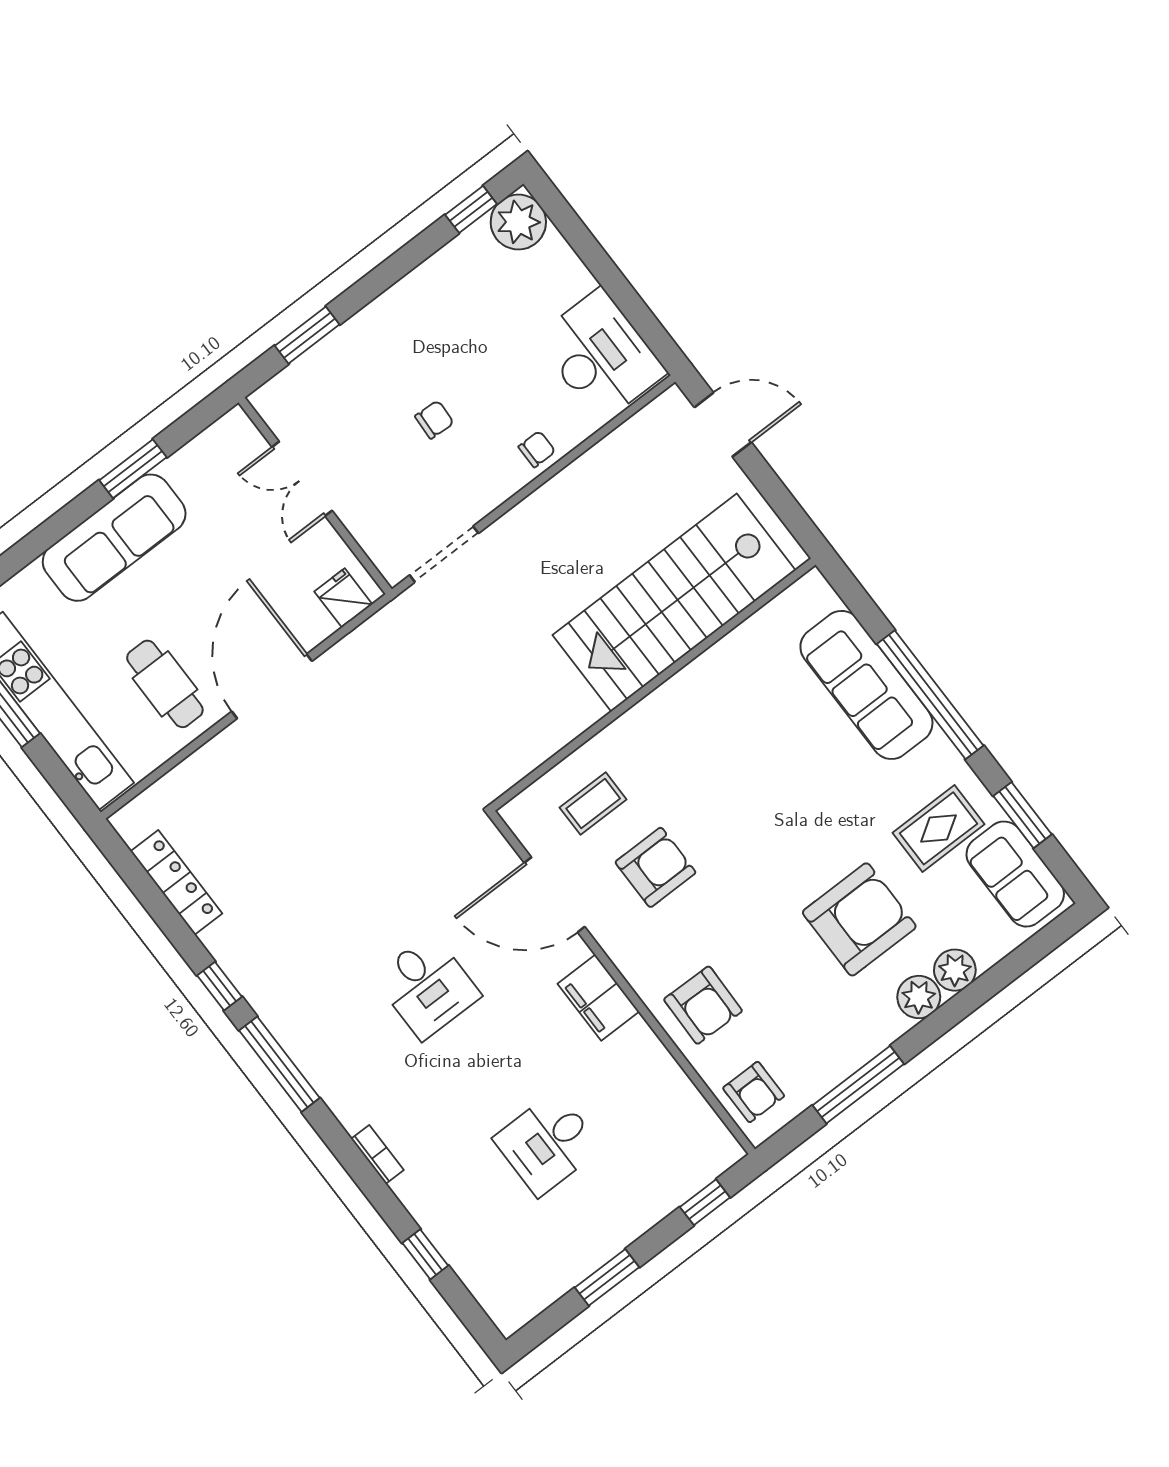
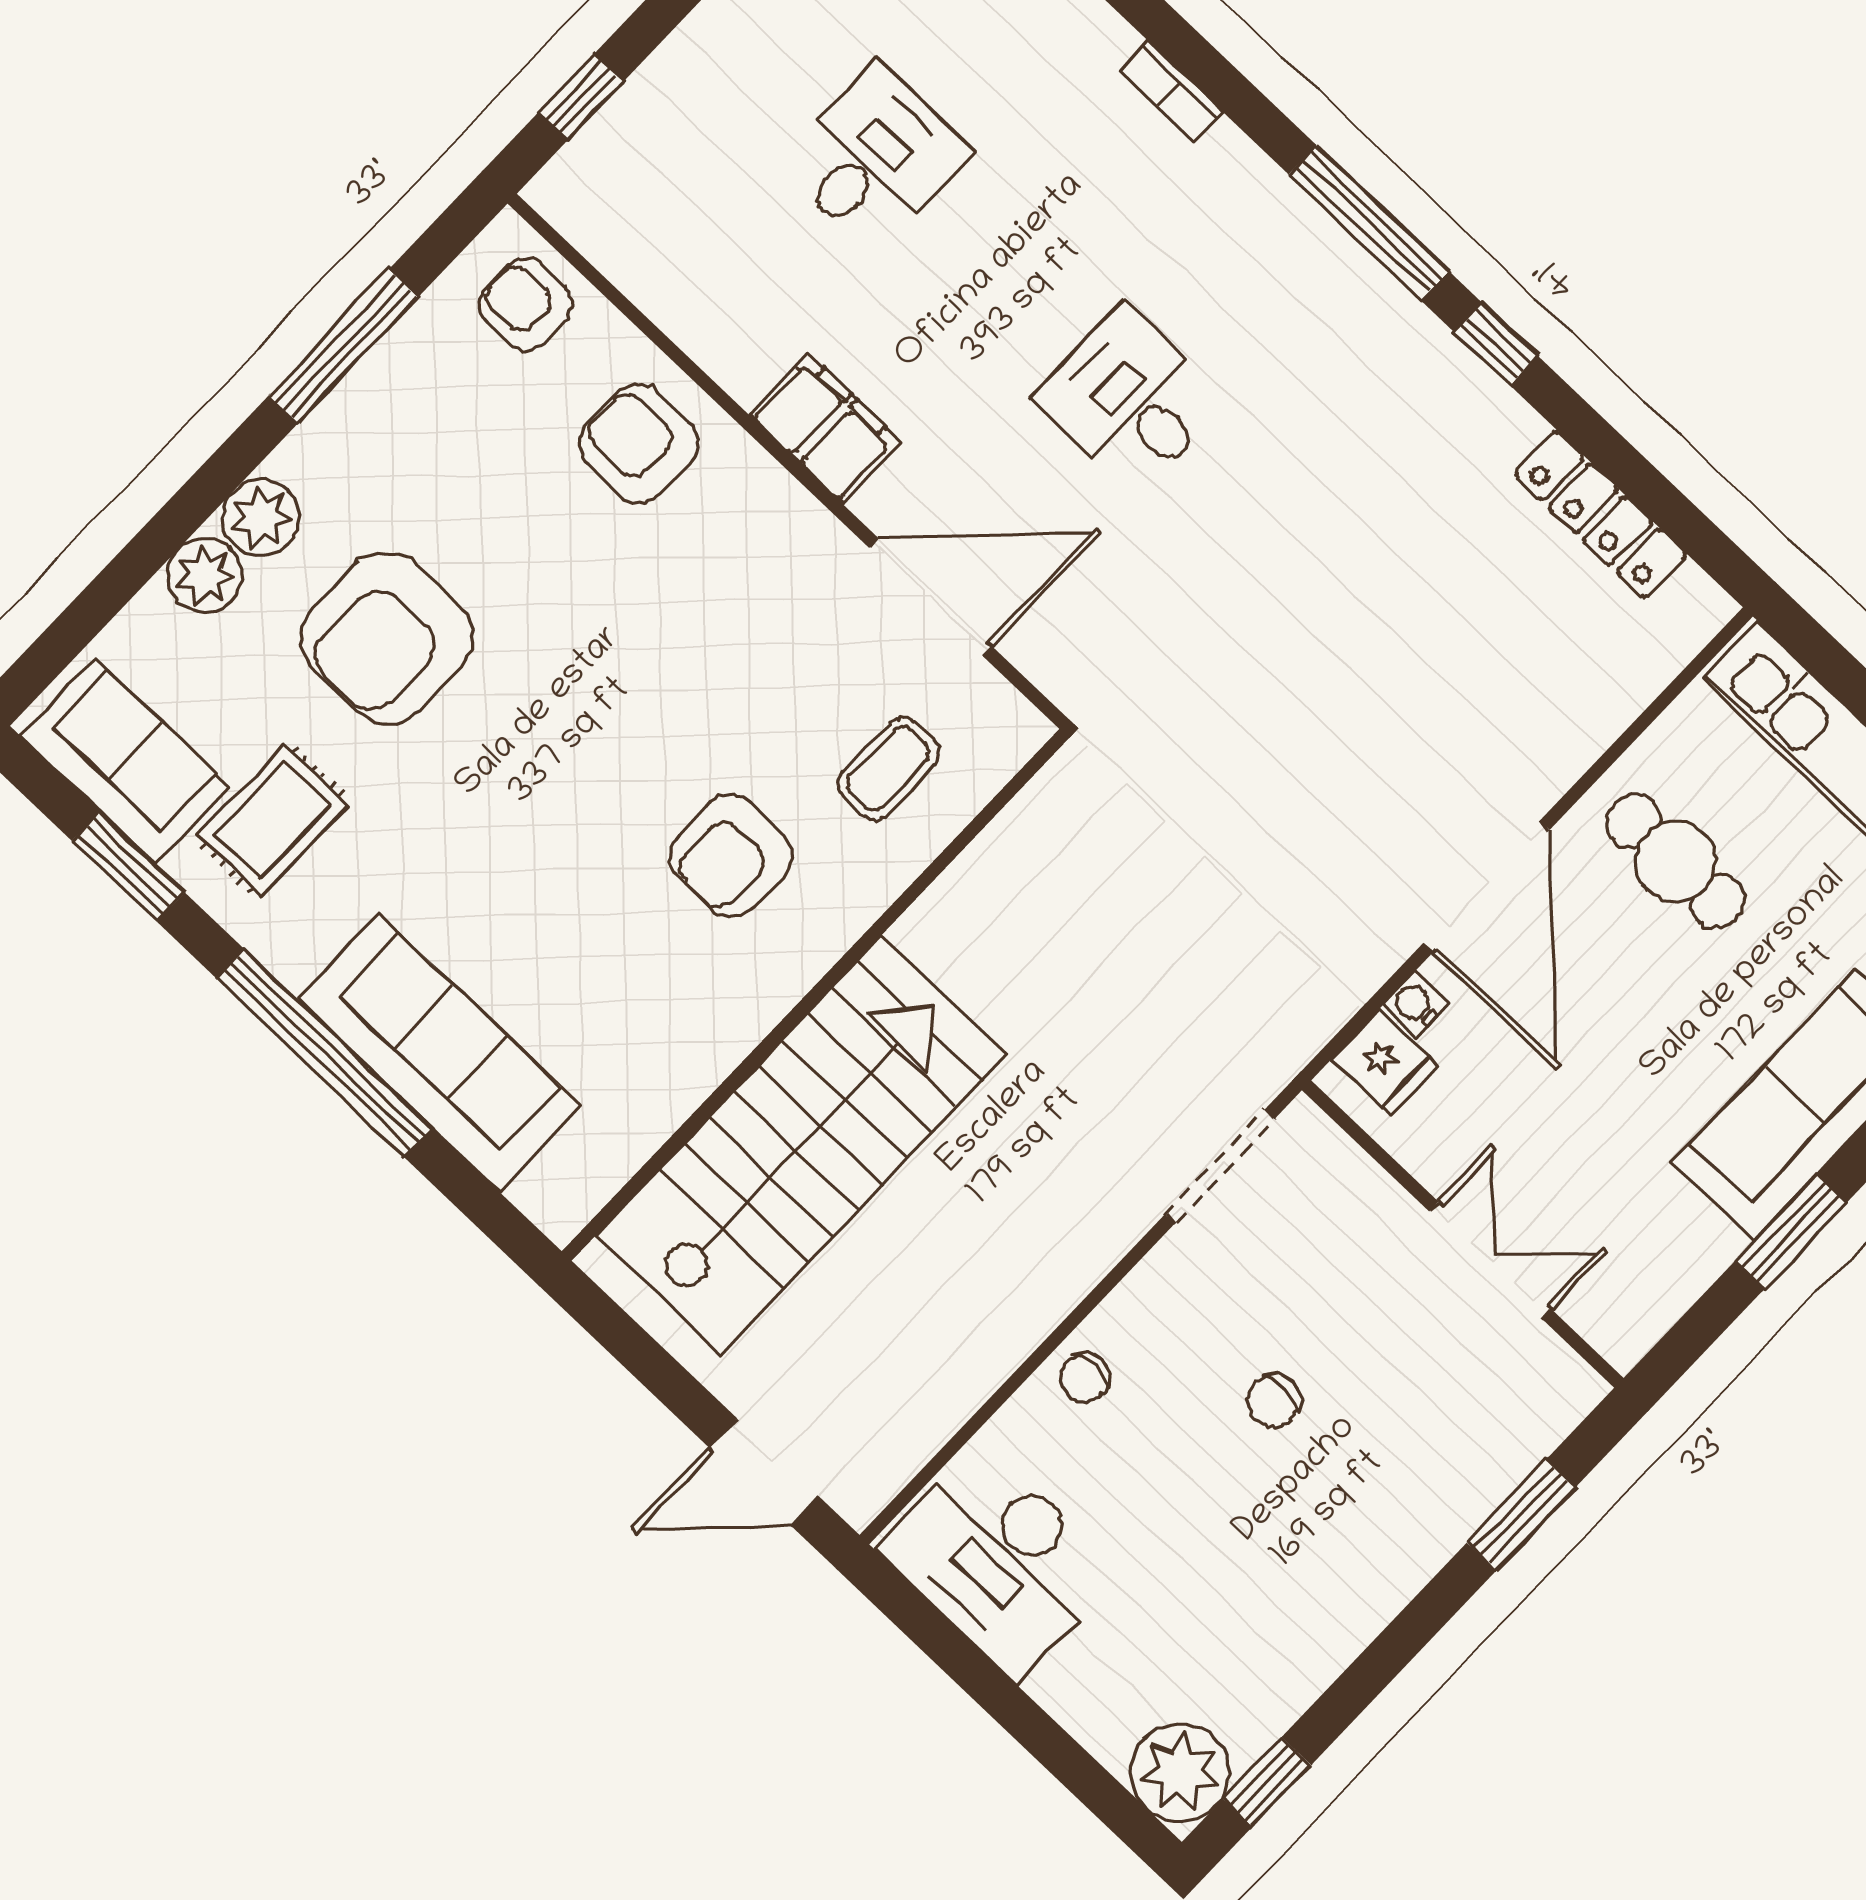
water cooler: (321, 627) -> (1415, 1005), added
armchair: (655, 867) -> (731, 856), moved

